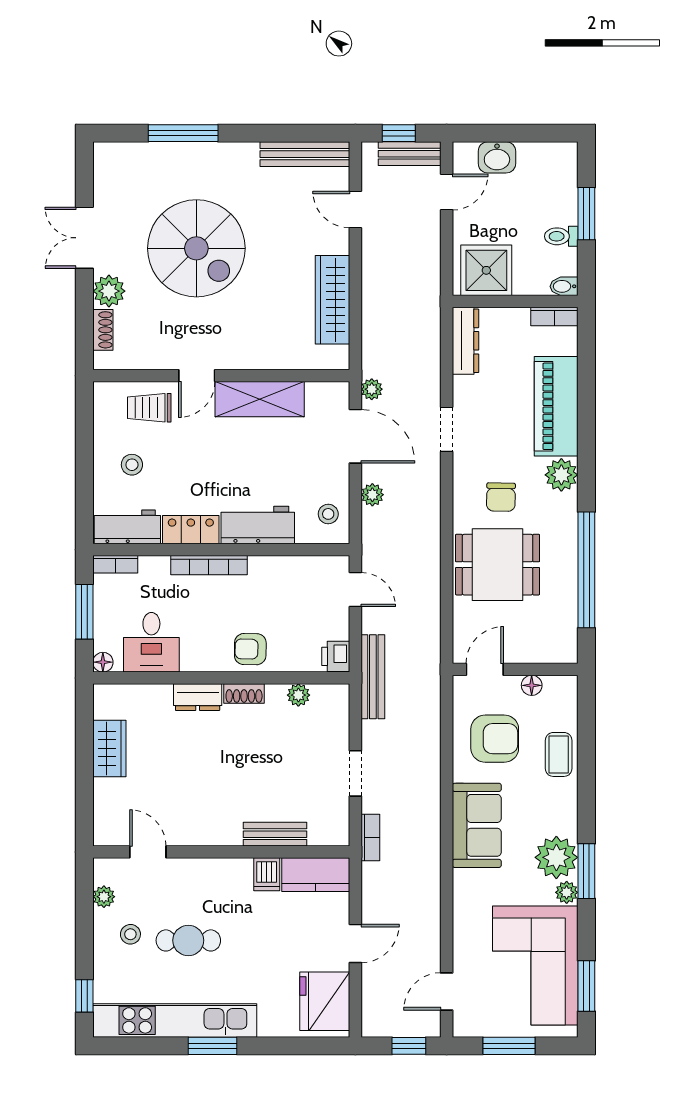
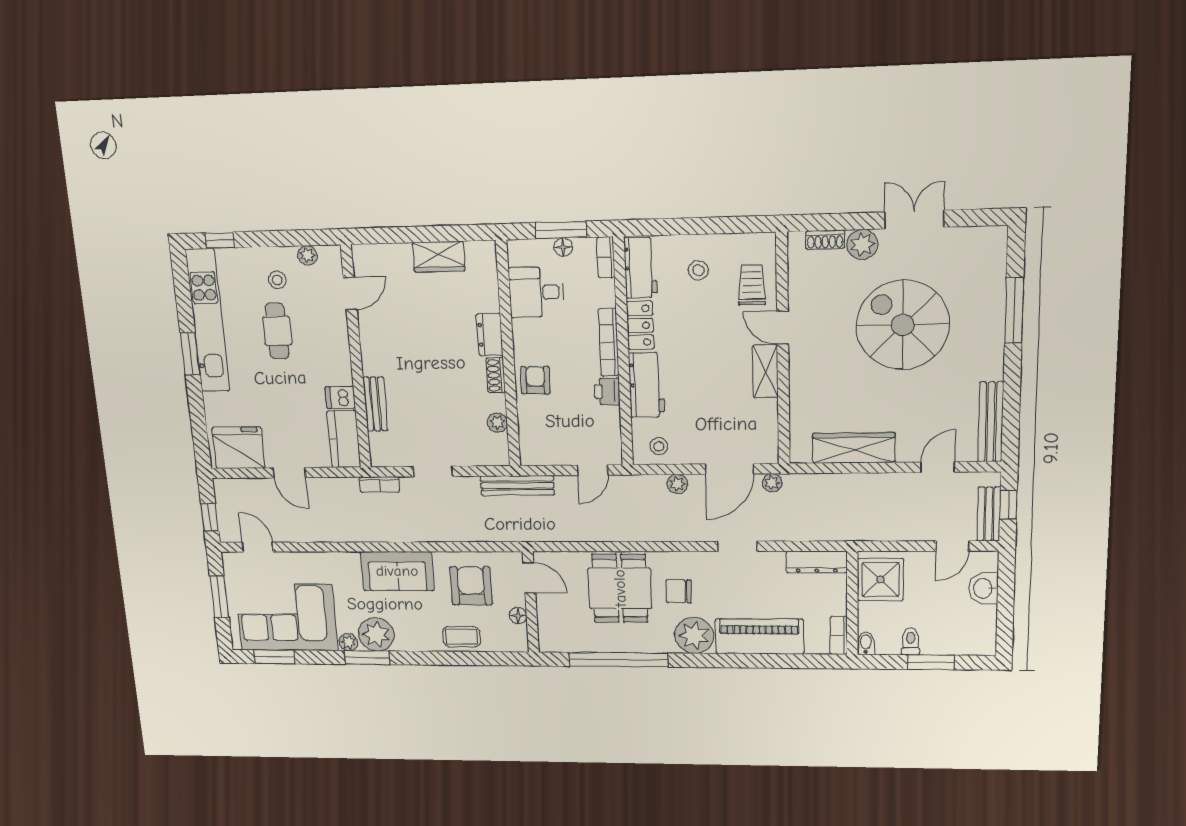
door: (447, 192) -> (952, 546), hinge flipped
spiral stairs: (196, 248) -> (903, 325), turned 90
shelving: (260, 399) -> (765, 371), width x0.67, depth x0.75
plant: (561, 475) -> (694, 636), width x1.36, depth x1.36
printer: (336, 656) -> (607, 392), moved, turned -90
floor lamp: (103, 662) -> (563, 247), moved
armchair: (495, 739) -> (471, 586), turned 180

